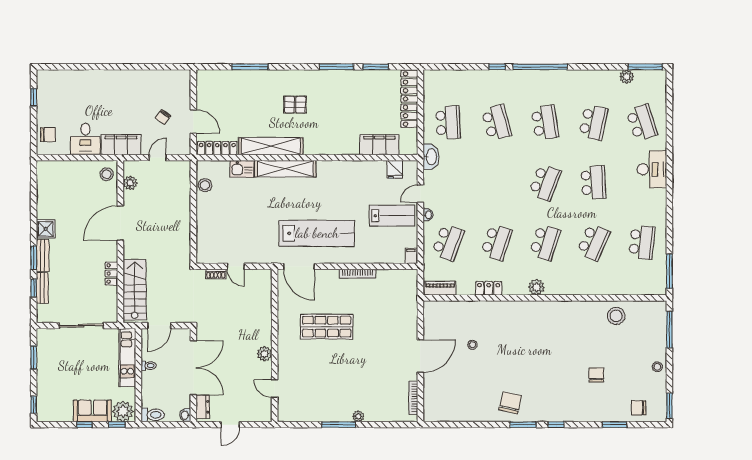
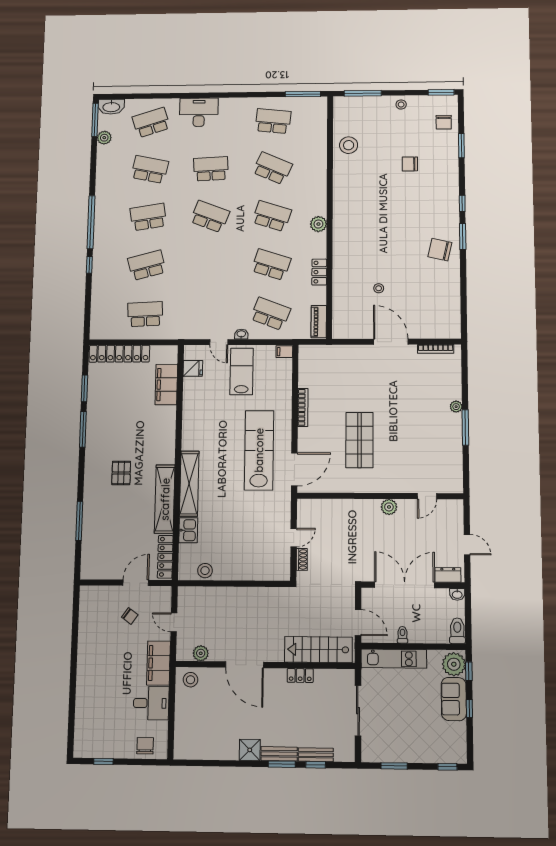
washbasin: (431, 157) -> (111, 107), moved, turned 180

